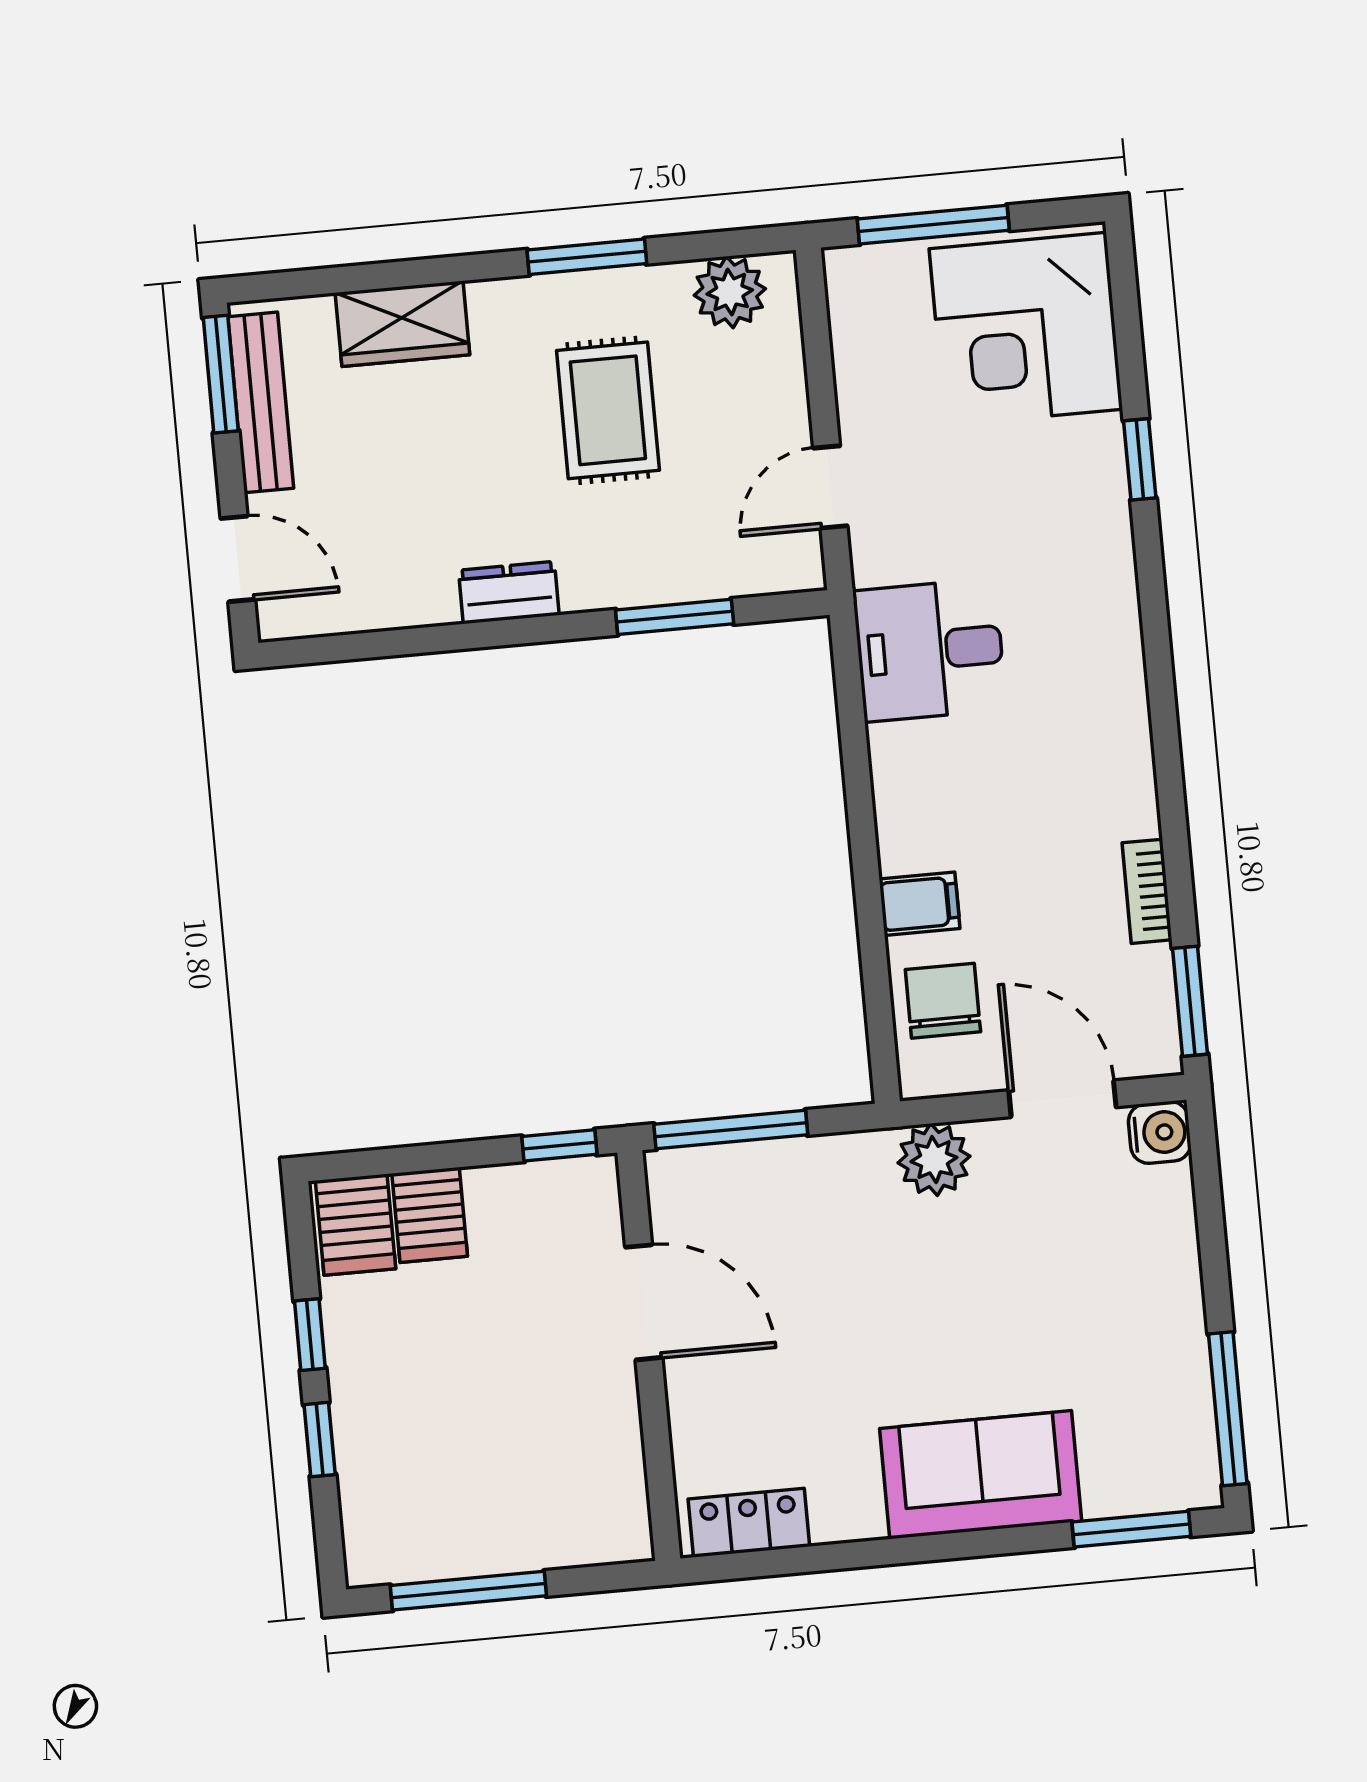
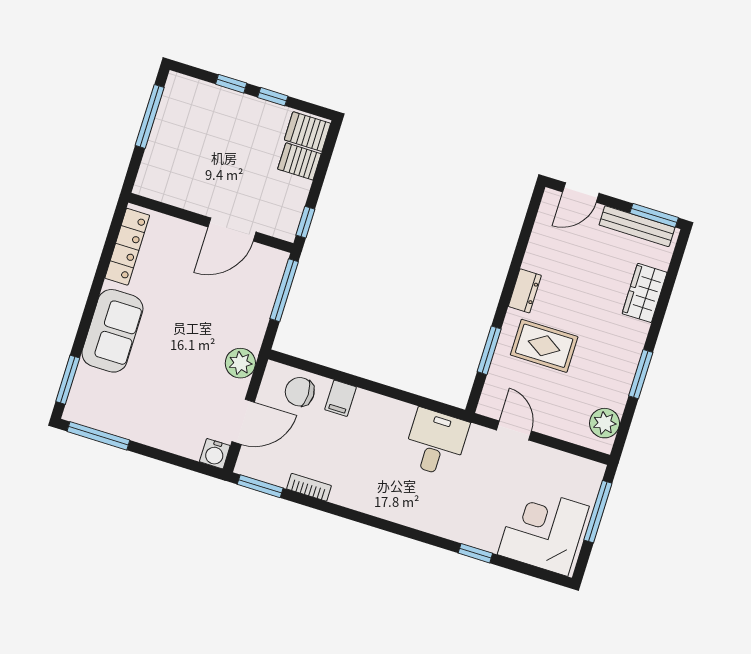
rug: (608, 410) -> (544, 346), moved
chair: (943, 1001) -> (300, 392), turned 180
locker: (749, 1523) -> (127, 247), width x1.53

